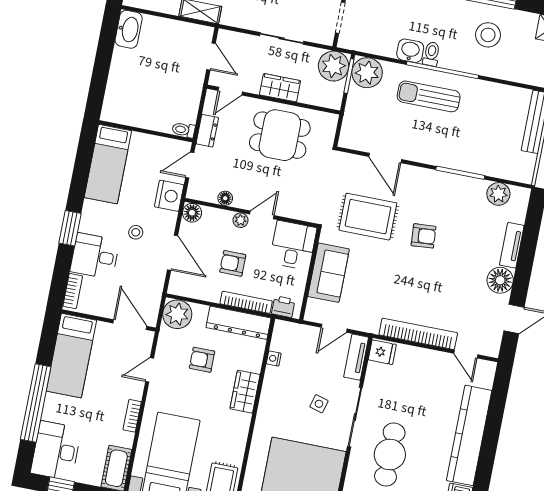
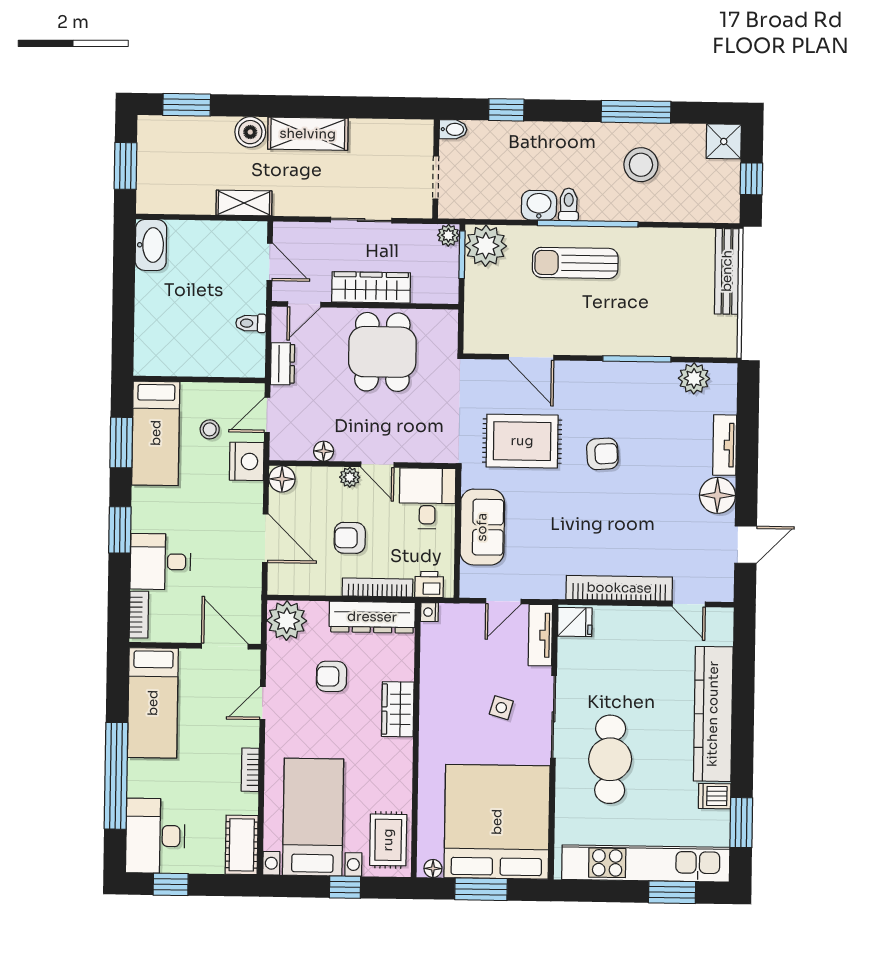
plant: (334, 66) -> (448, 235), width x0.53, depth x0.53
wardrobe: (280, 88) -> (371, 287), width x1.50
toilet: (184, 130) -> (251, 323), moved
dining table: (280, 135) -> (382, 352), turned 90
window: (82, 166) -> (121, 443), added
door: (262, 215) -> (377, 465), swing flipped
stool: (136, 232) -> (210, 429), moved
nightstand: (274, 358) -> (429, 612), moved

